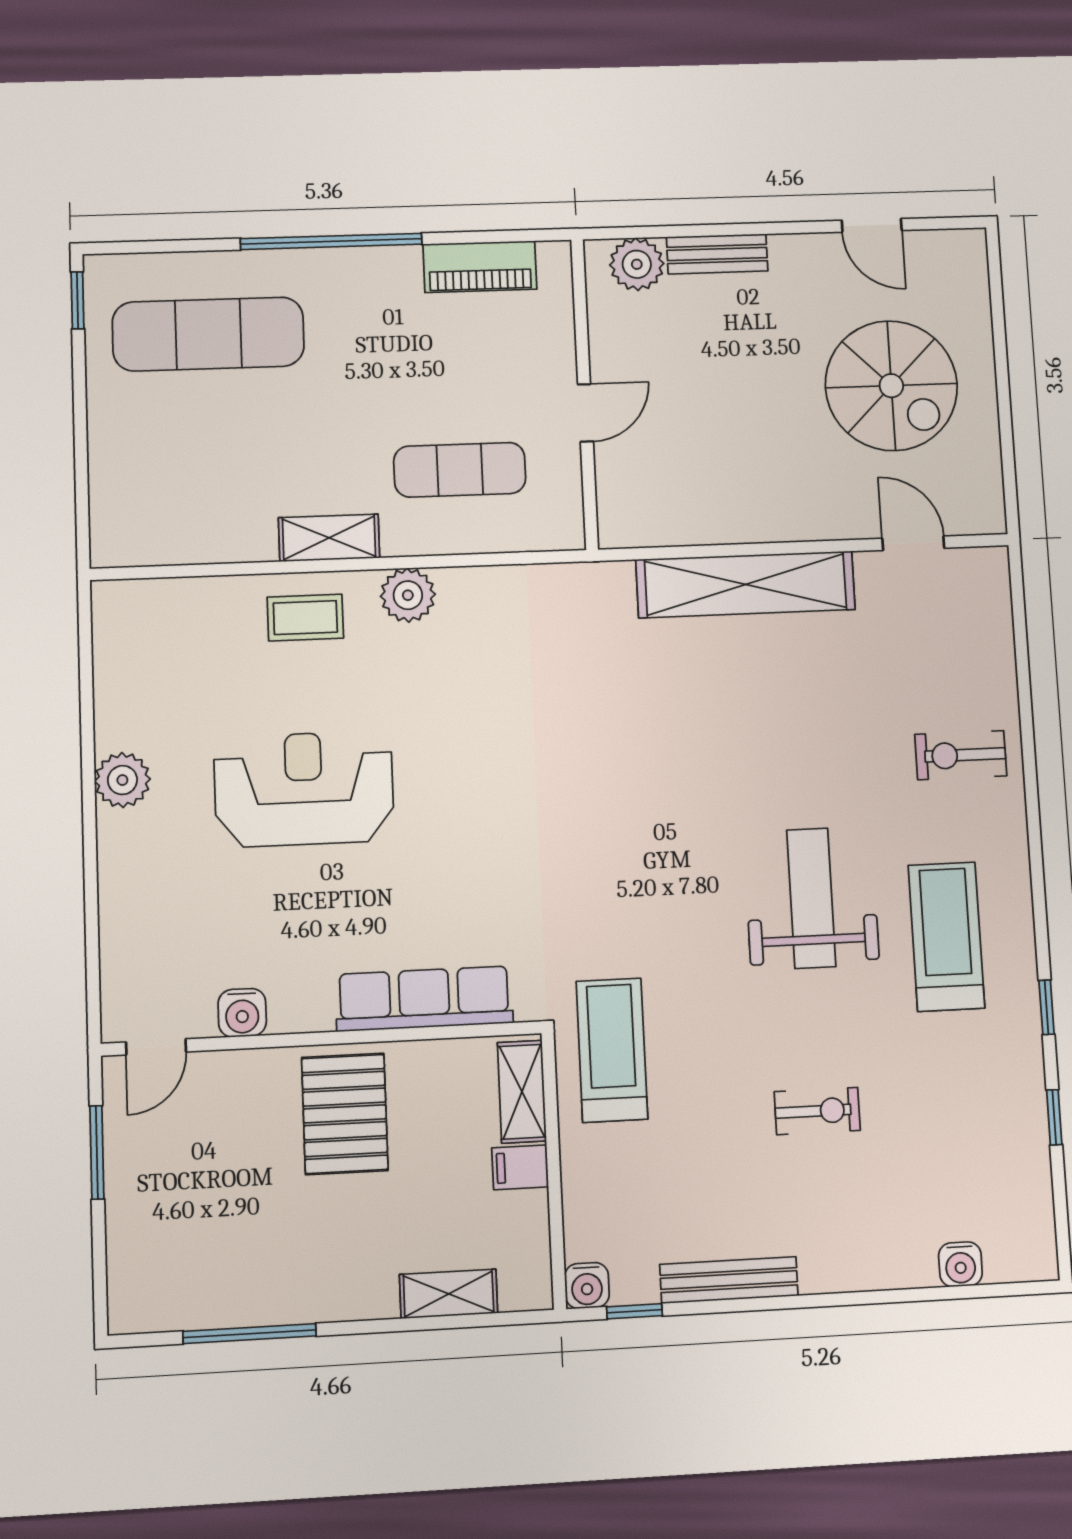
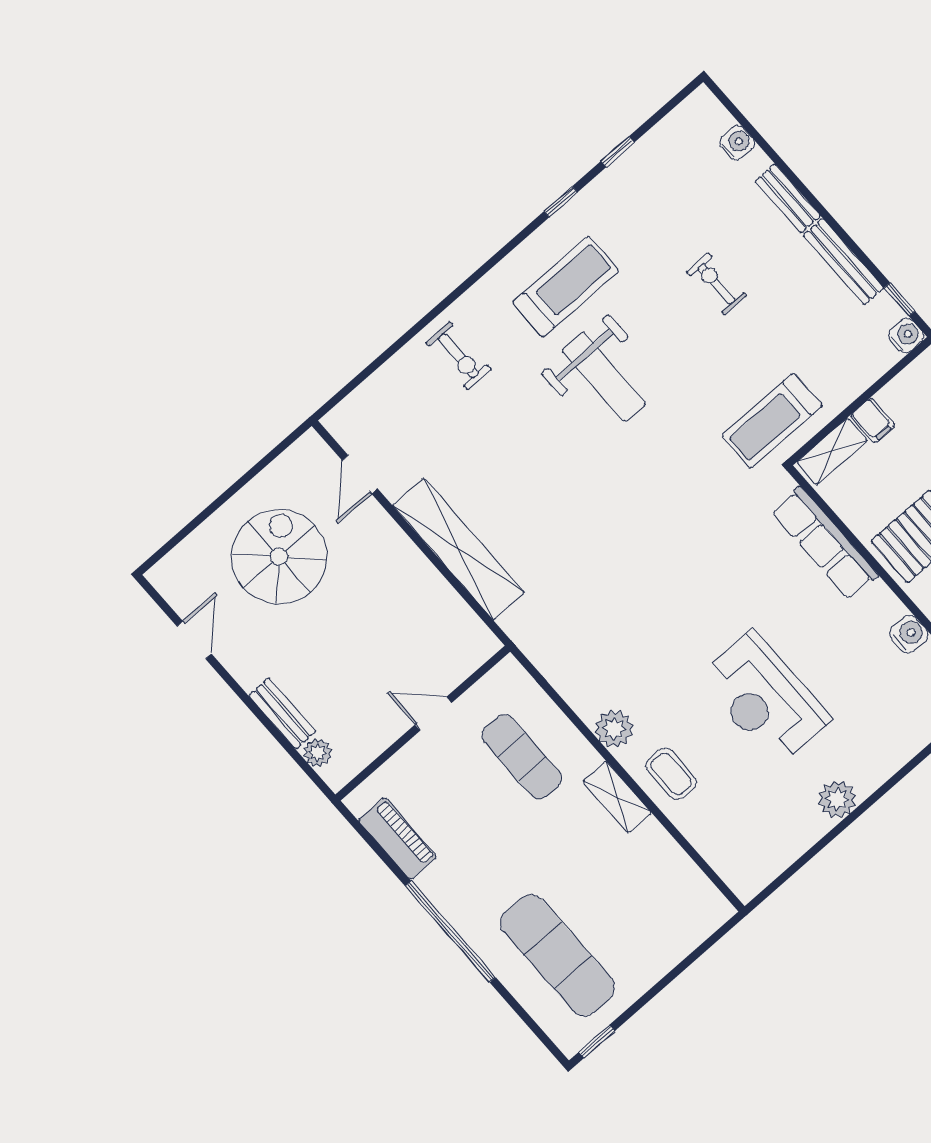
plant: (637, 264) -> (317, 753), width x0.73, depth x0.73
weight bench: (811, 898) -> (604, 377), turned -90
treadmill: (946, 937) -> (566, 287), turned 180
bench: (852, 1273) -> (788, 198), added

